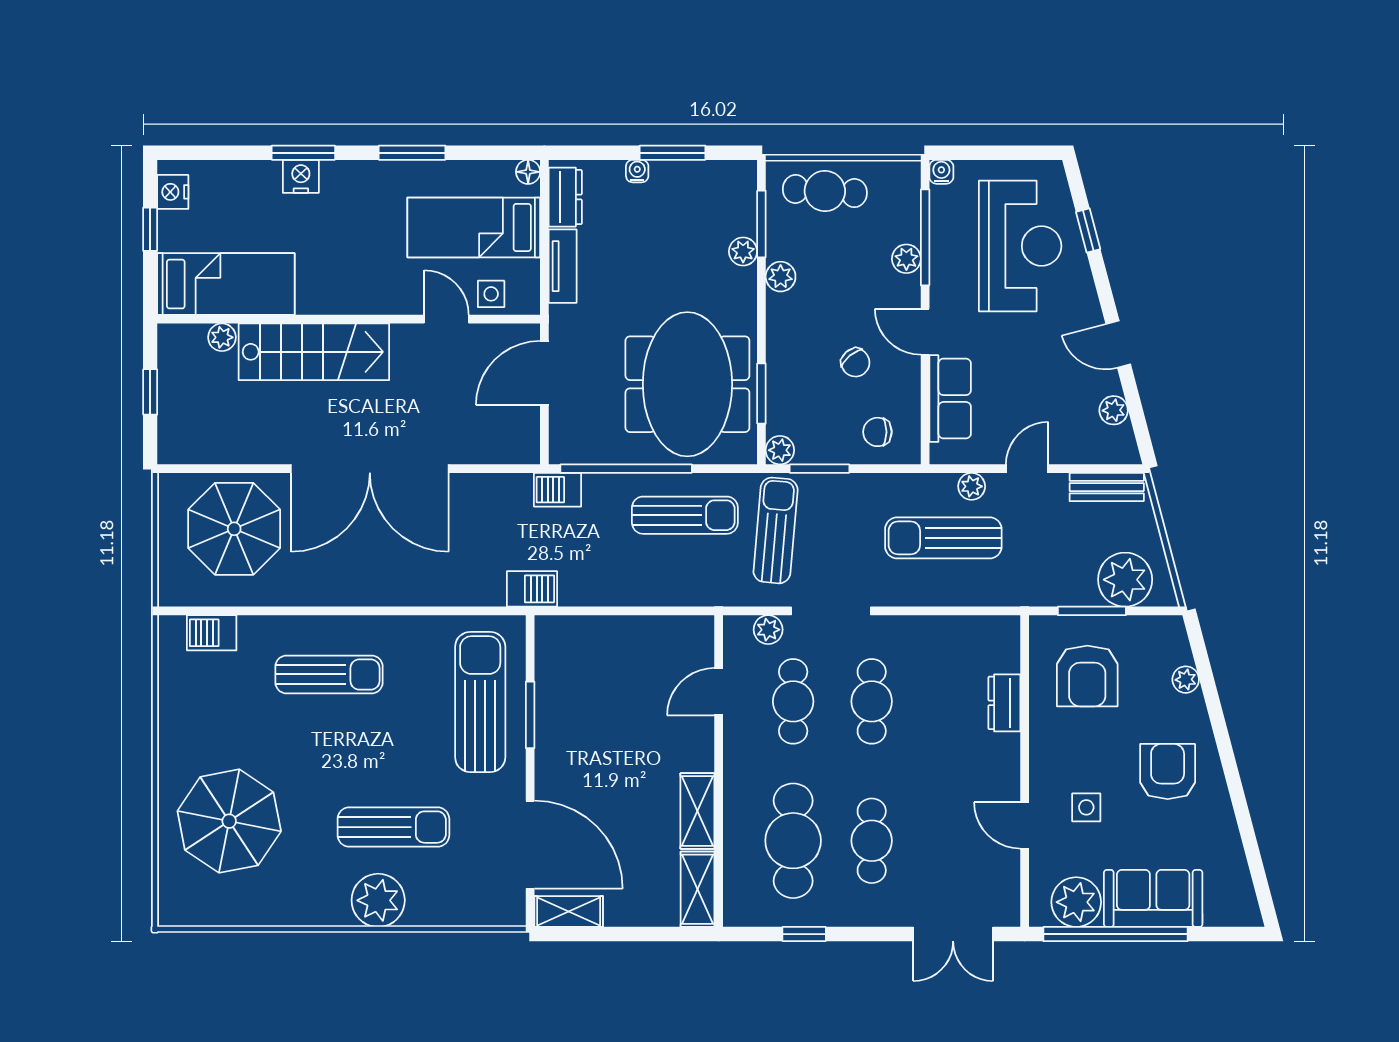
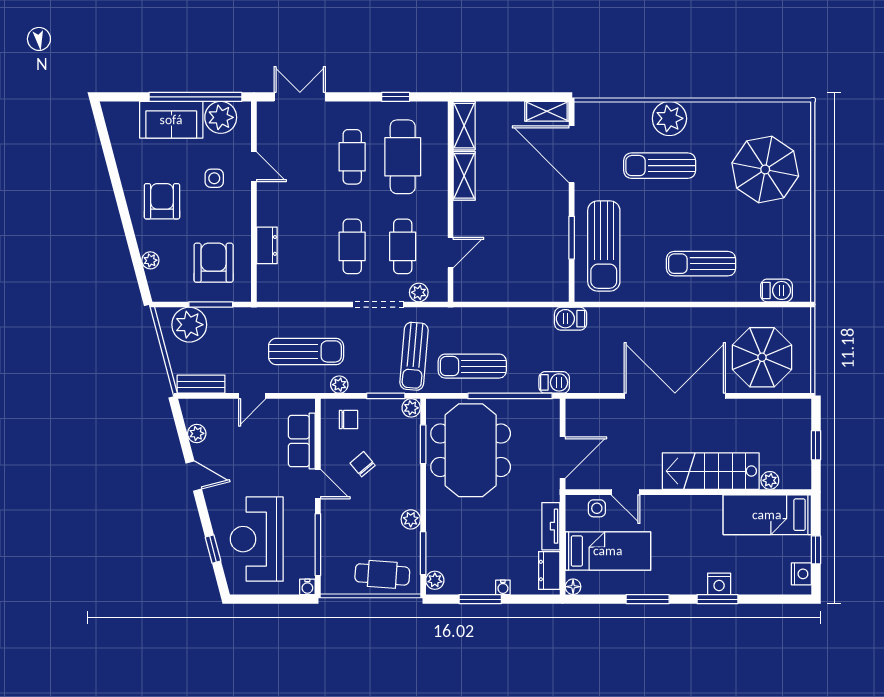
plant: (743, 251) -> (435, 580), moved
plant: (906, 259) -> (330, 531), removed
plant: (972, 486) -> (339, 385), moved
armchair: (1168, 771) -> (162, 201), turned 180

